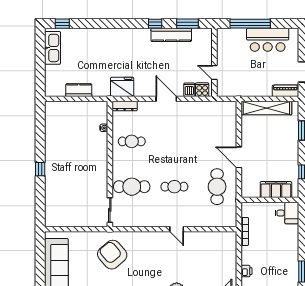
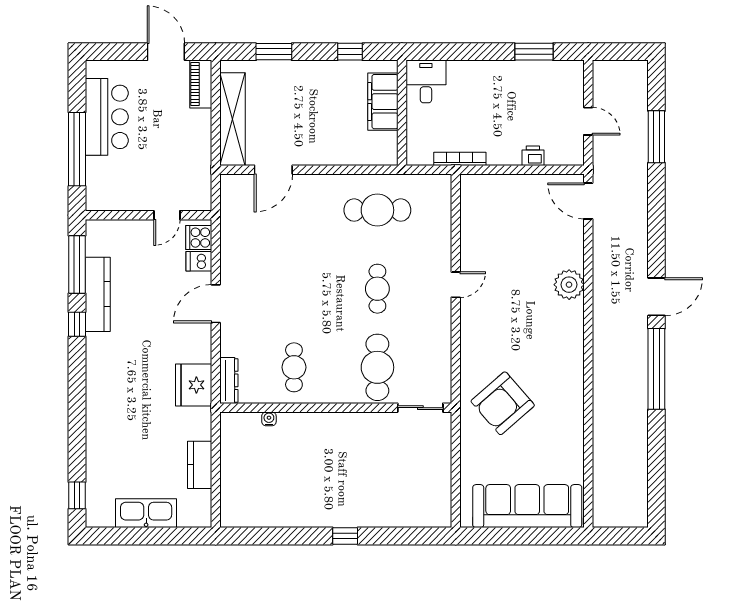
window: (188, 24) -> (77, 265), width x1.44
kitchen sink: (53, 48) -> (146, 513), moved
door: (239, 157) -> (273, 170), moved

